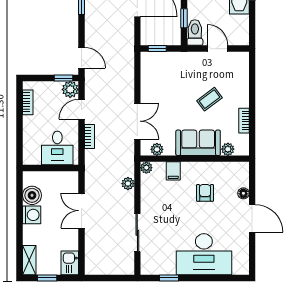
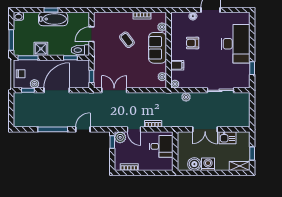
door: (82, 58) -> (83, 129), moved
double door: (137, 121) -> (114, 90), moved
kitchen sink: (70, 263) -> (227, 138), moved

